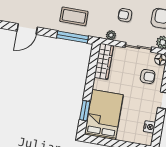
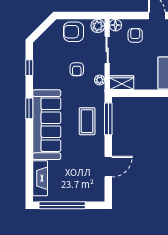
door: (27, 29) -> (108, 167), hinge flipped
wardrobe: (104, 61) -> (122, 83), width x0.67

